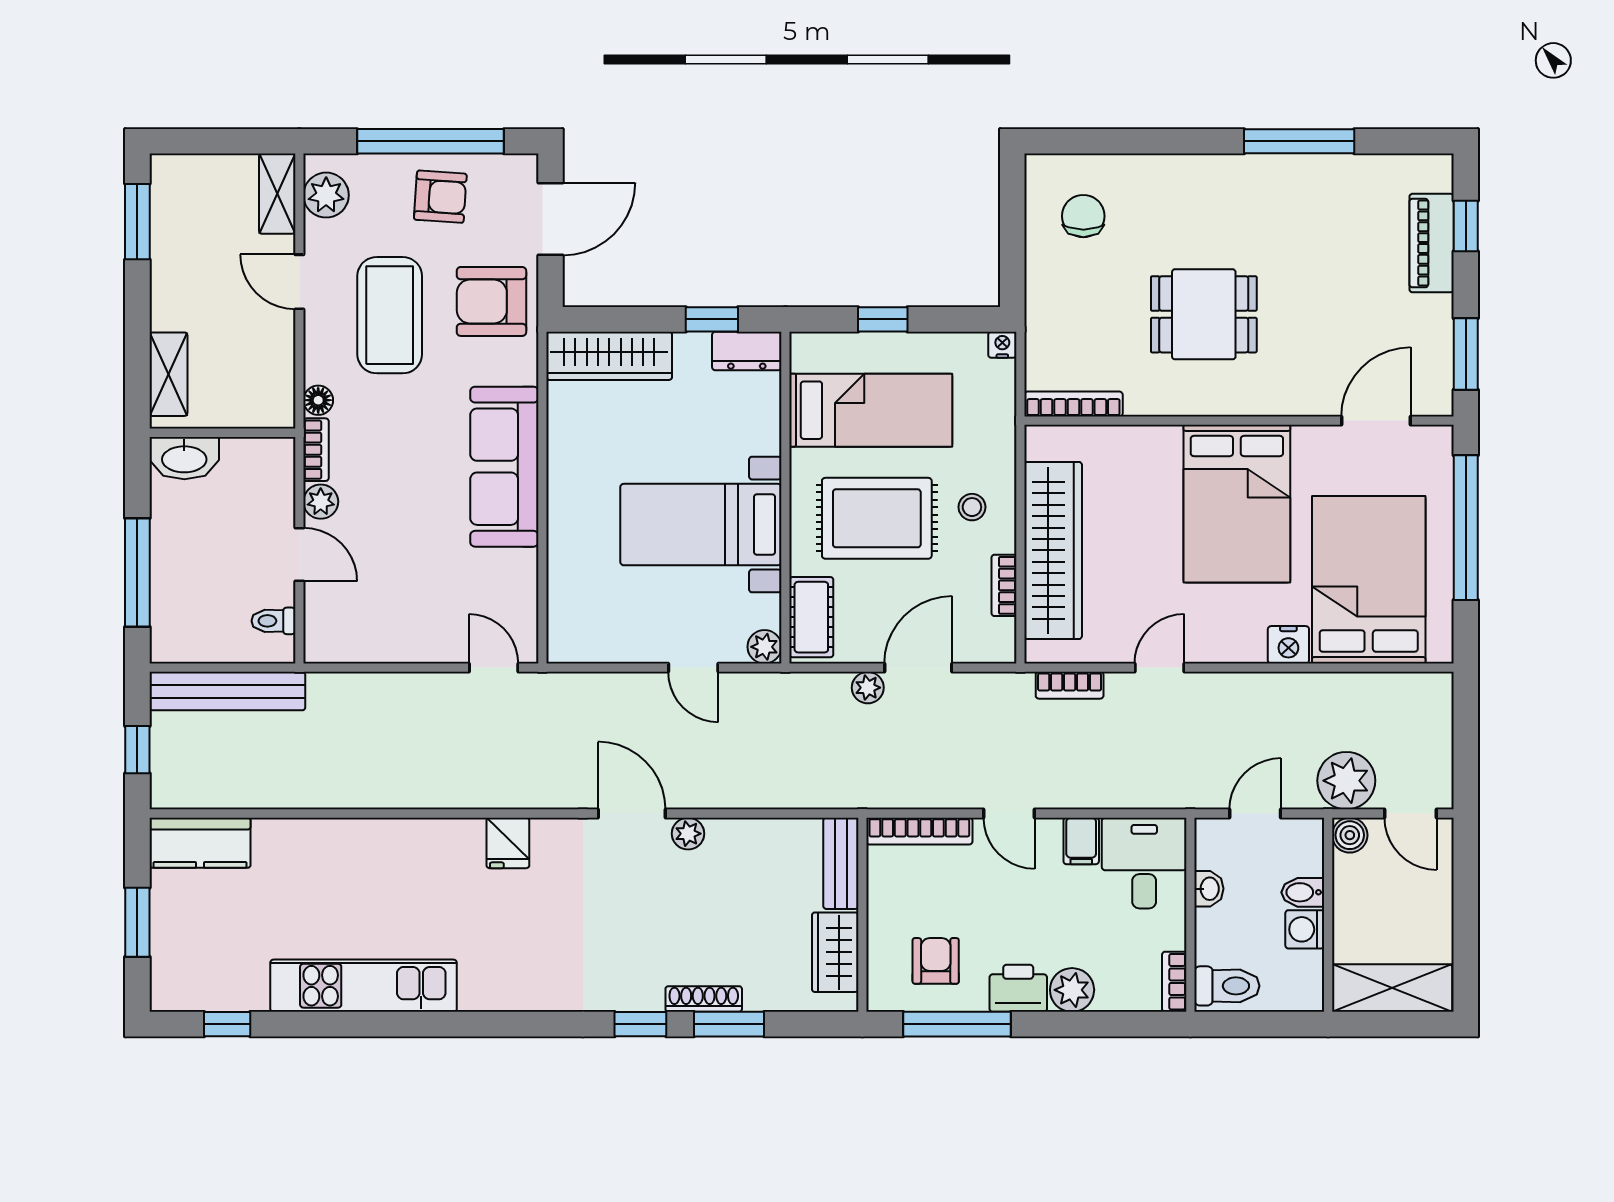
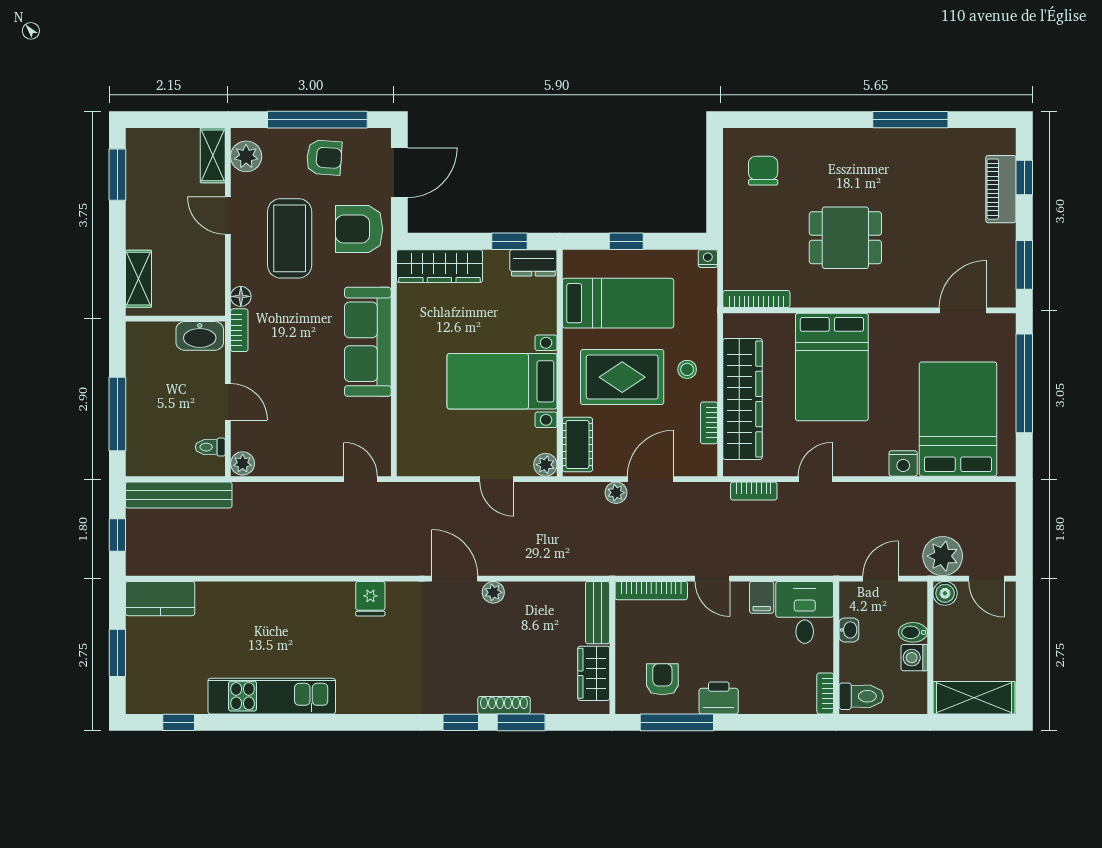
washbasin: (184, 458) -> (200, 336), moved
plant: (321, 502) -> (243, 463), moved
bed: (1237, 504) -> (832, 367), moved
plant: (1072, 990) -> (755, 699), removed

